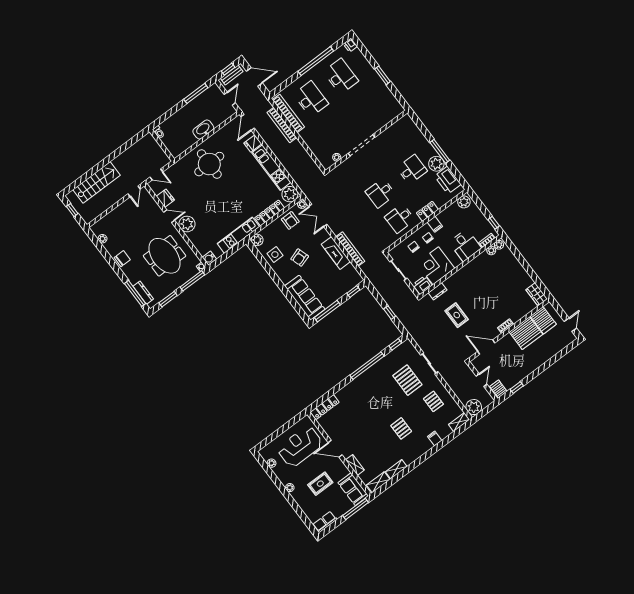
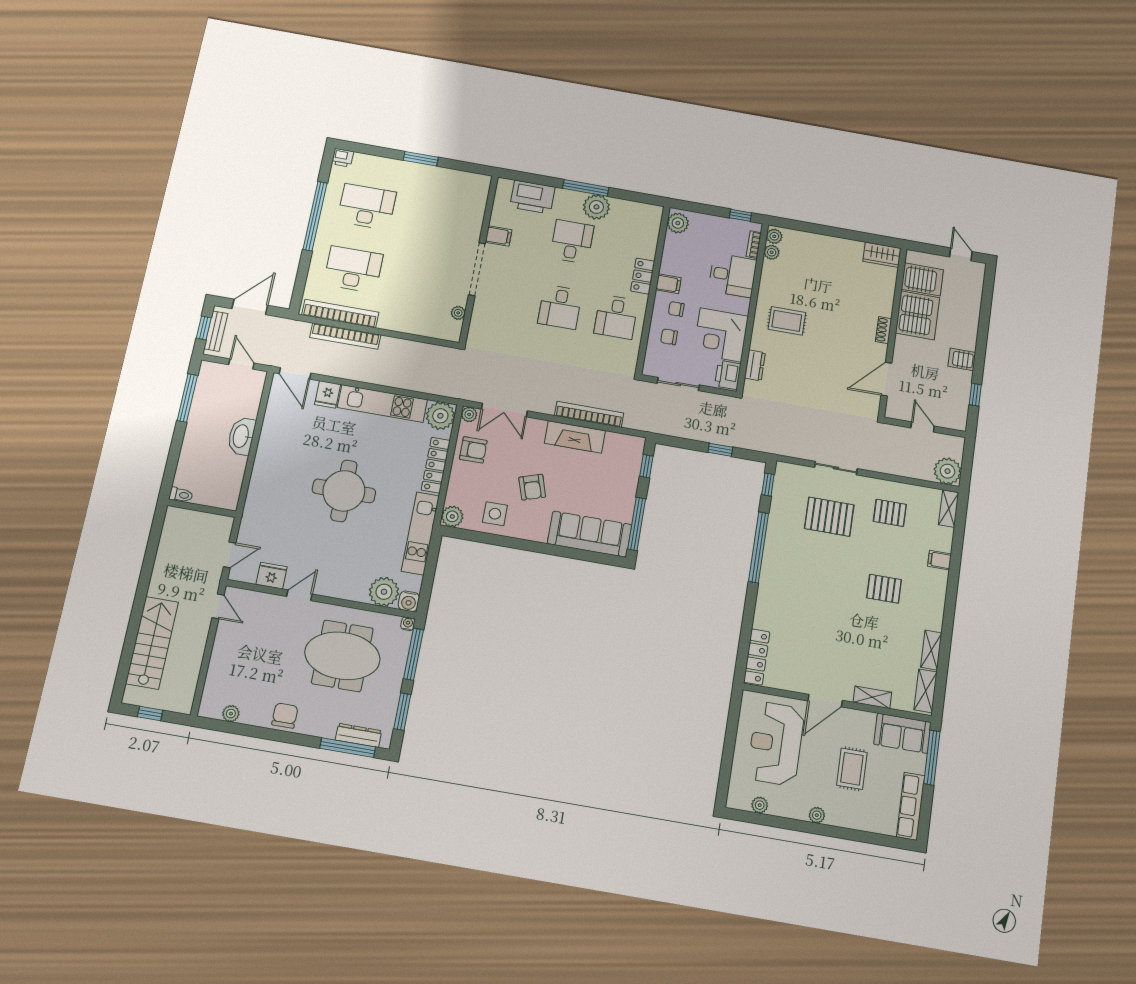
filing cabinet: (384, 139) -> (499, 236), added
round table: (209, 164) -> (344, 491), moved
printer: (448, 180) -> (532, 197), moved
plant: (187, 224) -> (384, 592), moved
rug: (457, 315) -> (787, 321), moved
server rack: (498, 389) -> (962, 359), moved
row of seats: (325, 522) -> (911, 806), width x1.48

